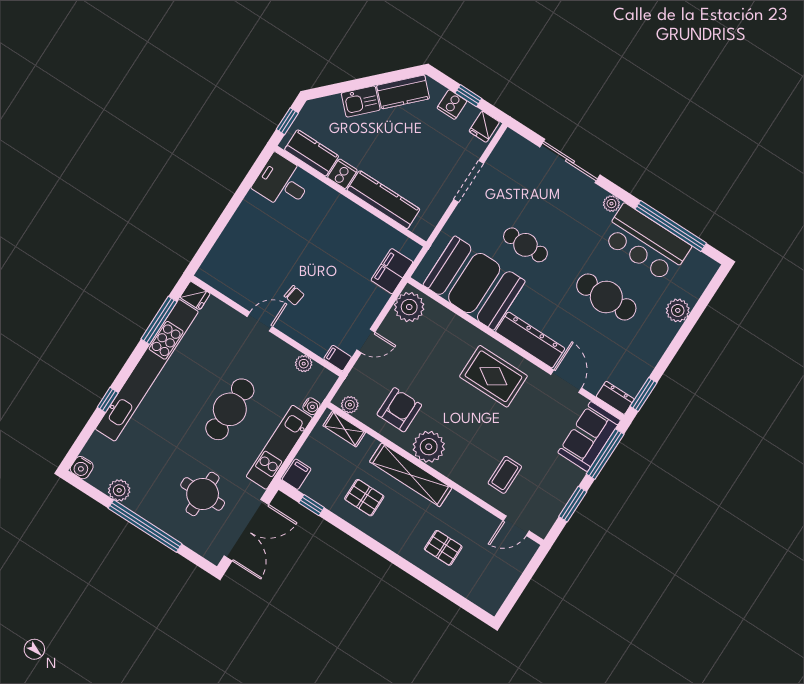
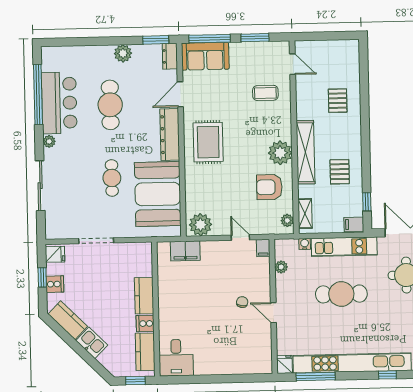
kitchen counter: (383, 200) -> (144, 296), width x0.67
plant: (678, 310) -> (123, 53), moved

